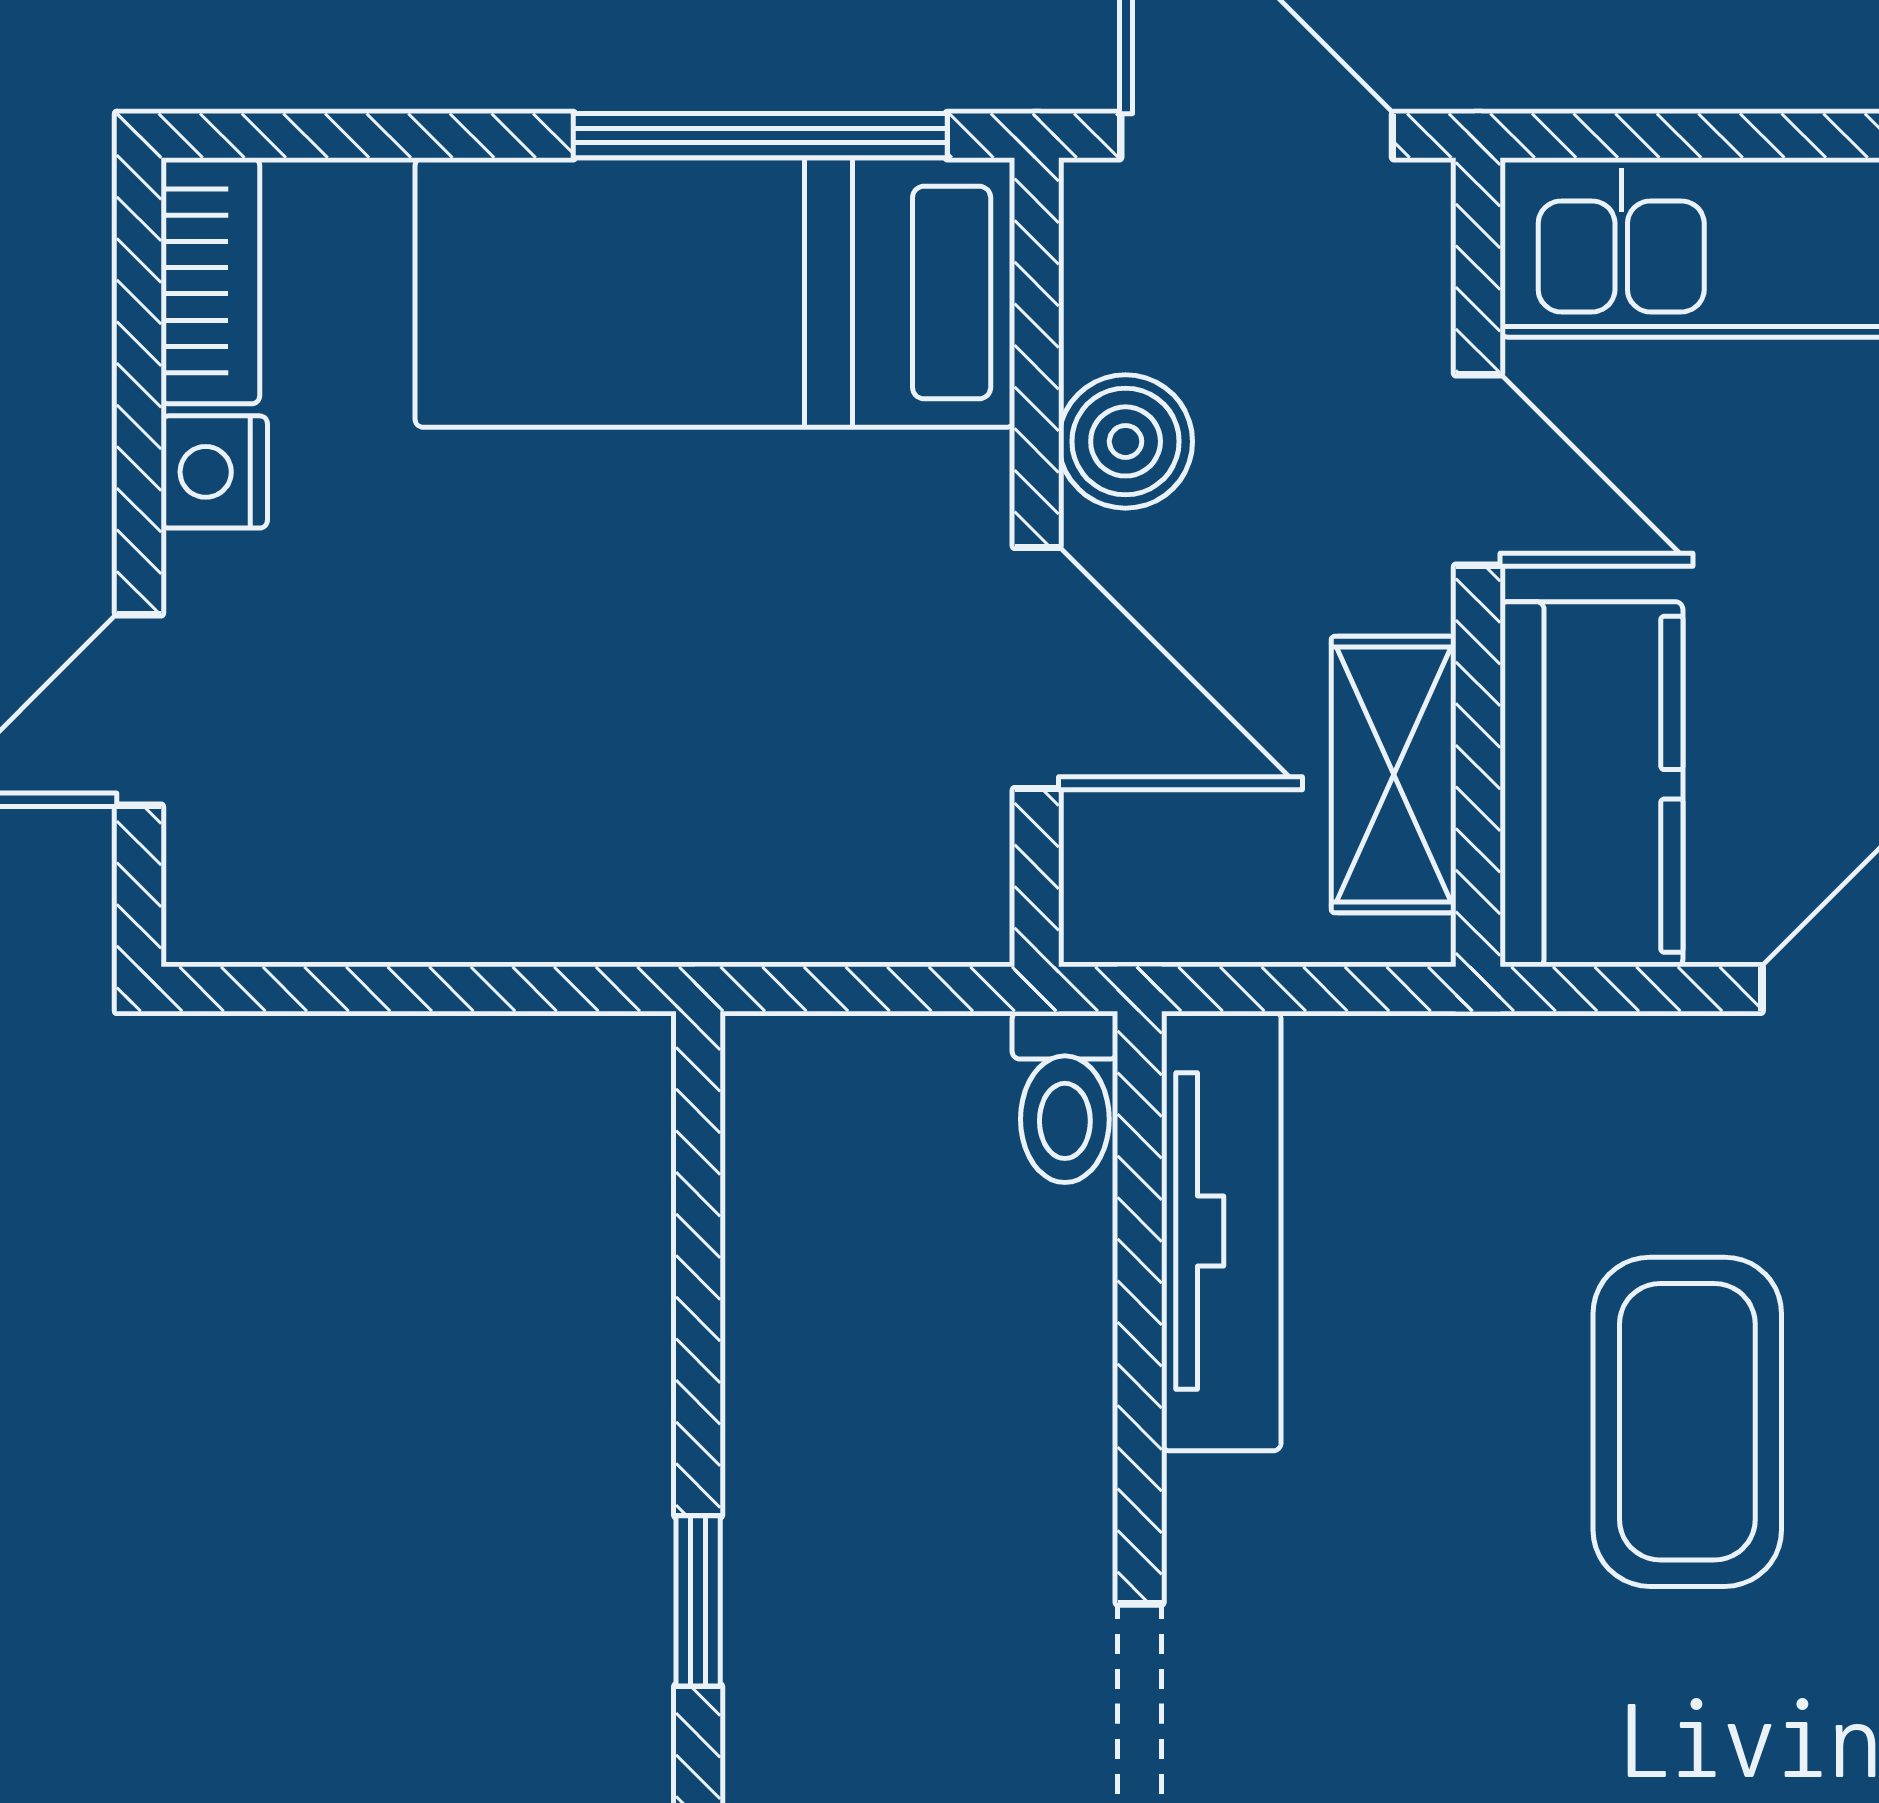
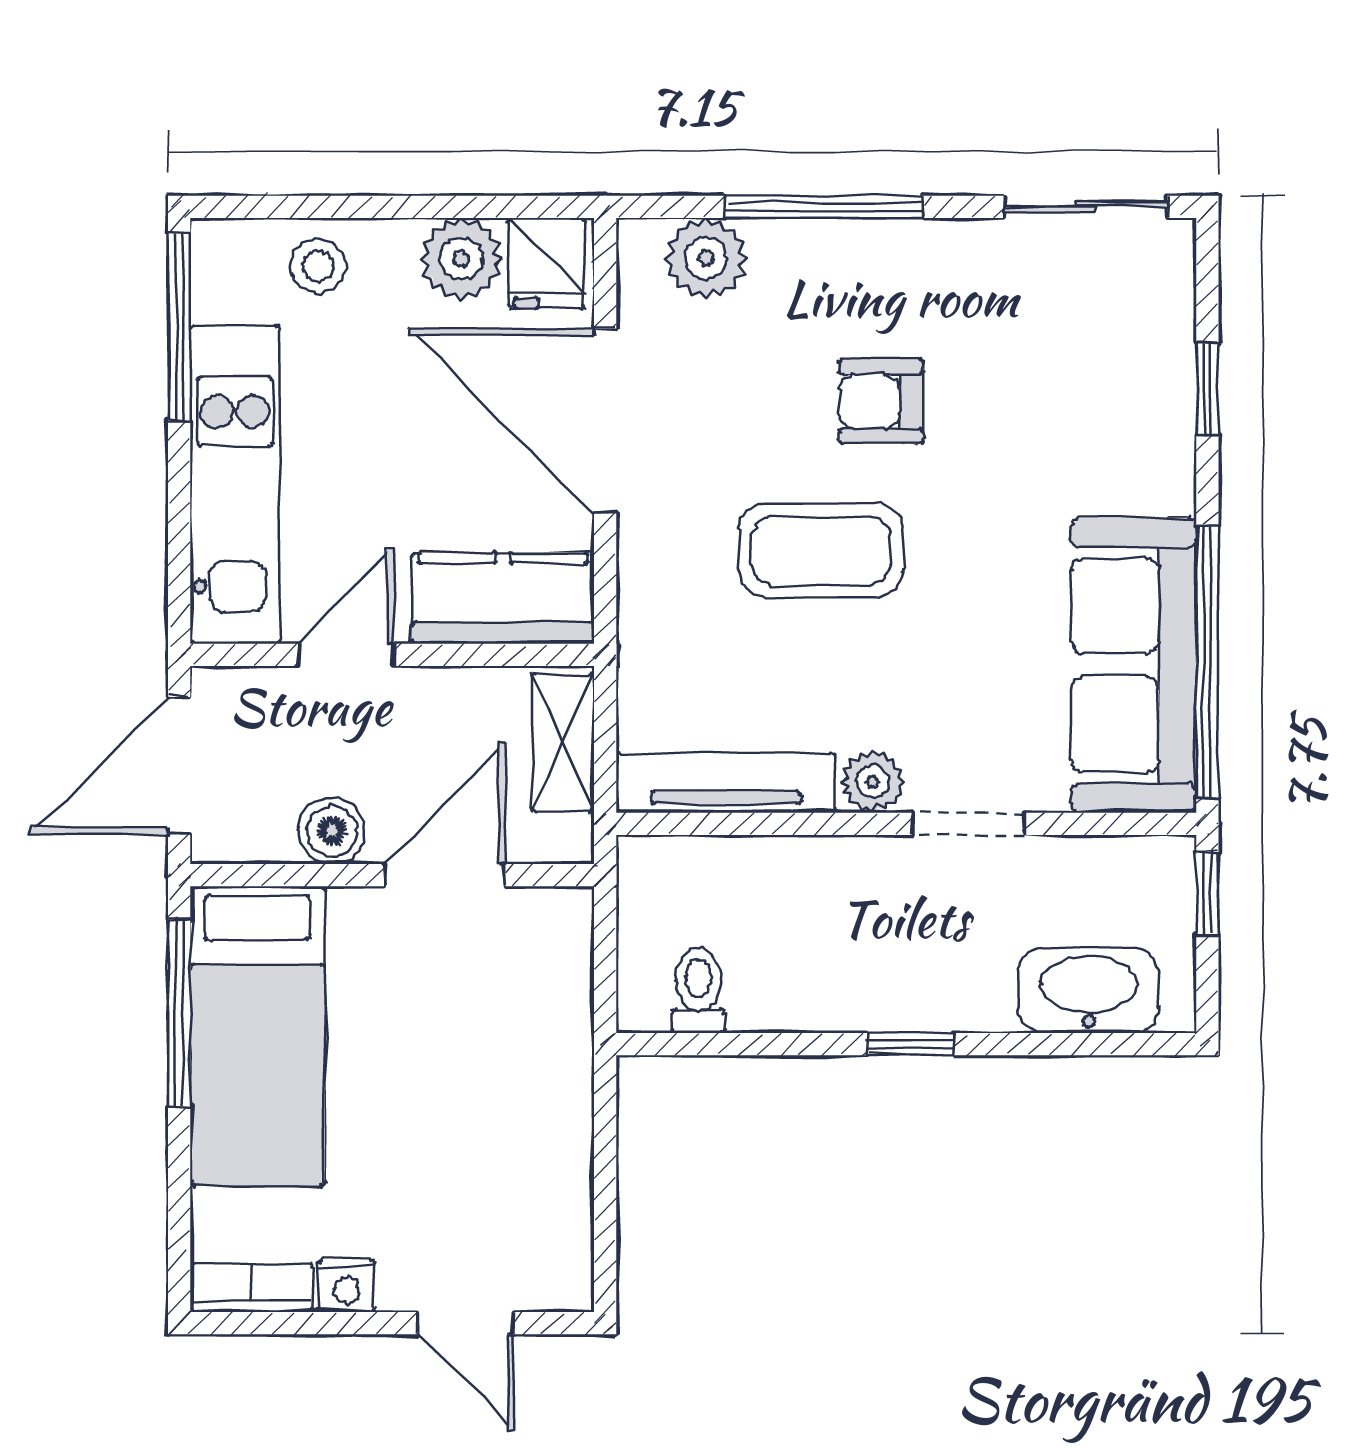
shelving: (1394, 775) -> (563, 743), moved, turned 90
toilet: (1065, 1097) -> (698, 990), moved, turned -90
plant: (1224, 1525) -> (873, 782), added

